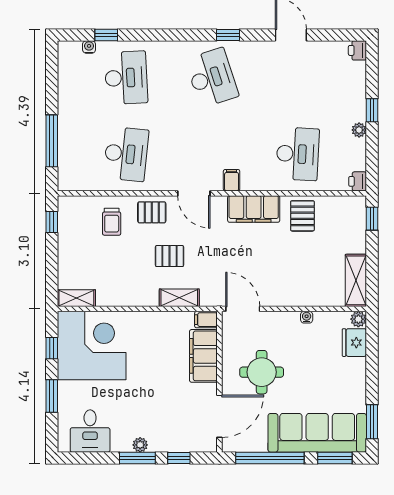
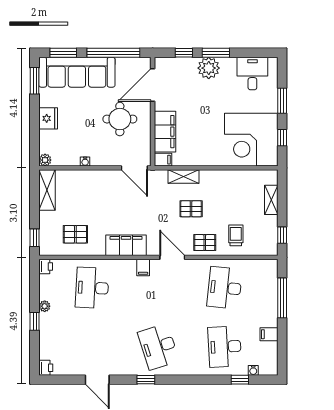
filing cabinet: (69, 94) -> (269, 334), added
pallet: (302, 216) -> (75, 234), moved, turned 90
shelving: (76, 298) -> (271, 200), moved, turned 90
fridge: (354, 343) -> (48, 118), moved
plant: (140, 445) -> (209, 68), width x1.87, depth x1.87

